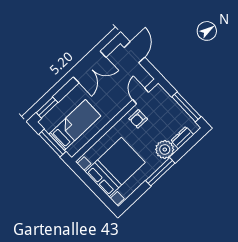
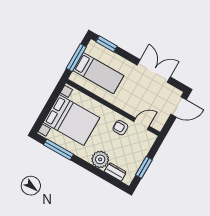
double door: (90, 67) -> (154, 71), swing flipped
window: (186, 107) -> (144, 167), width x0.69
window: (160, 172) -> (58, 149), moved

